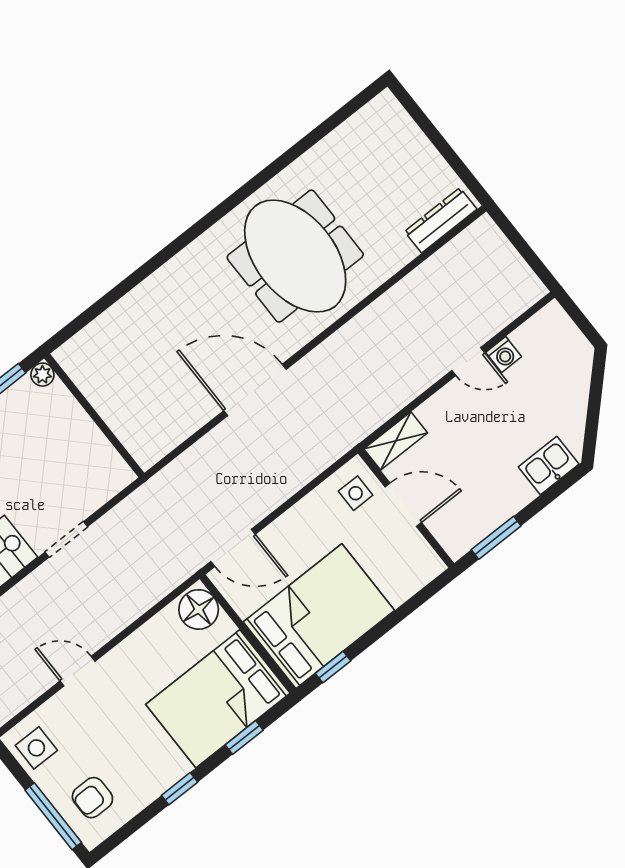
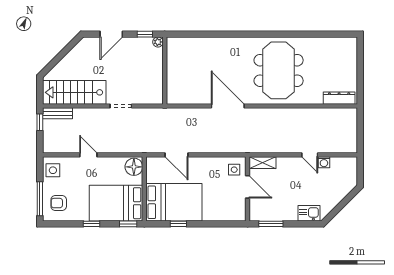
floor lamp: (199, 609) -> (134, 167), moved
bed: (319, 616) -> (174, 202), moved
wall: (248, 634) -> (144, 189), moved
bed: (218, 699) -> (116, 203), moved

